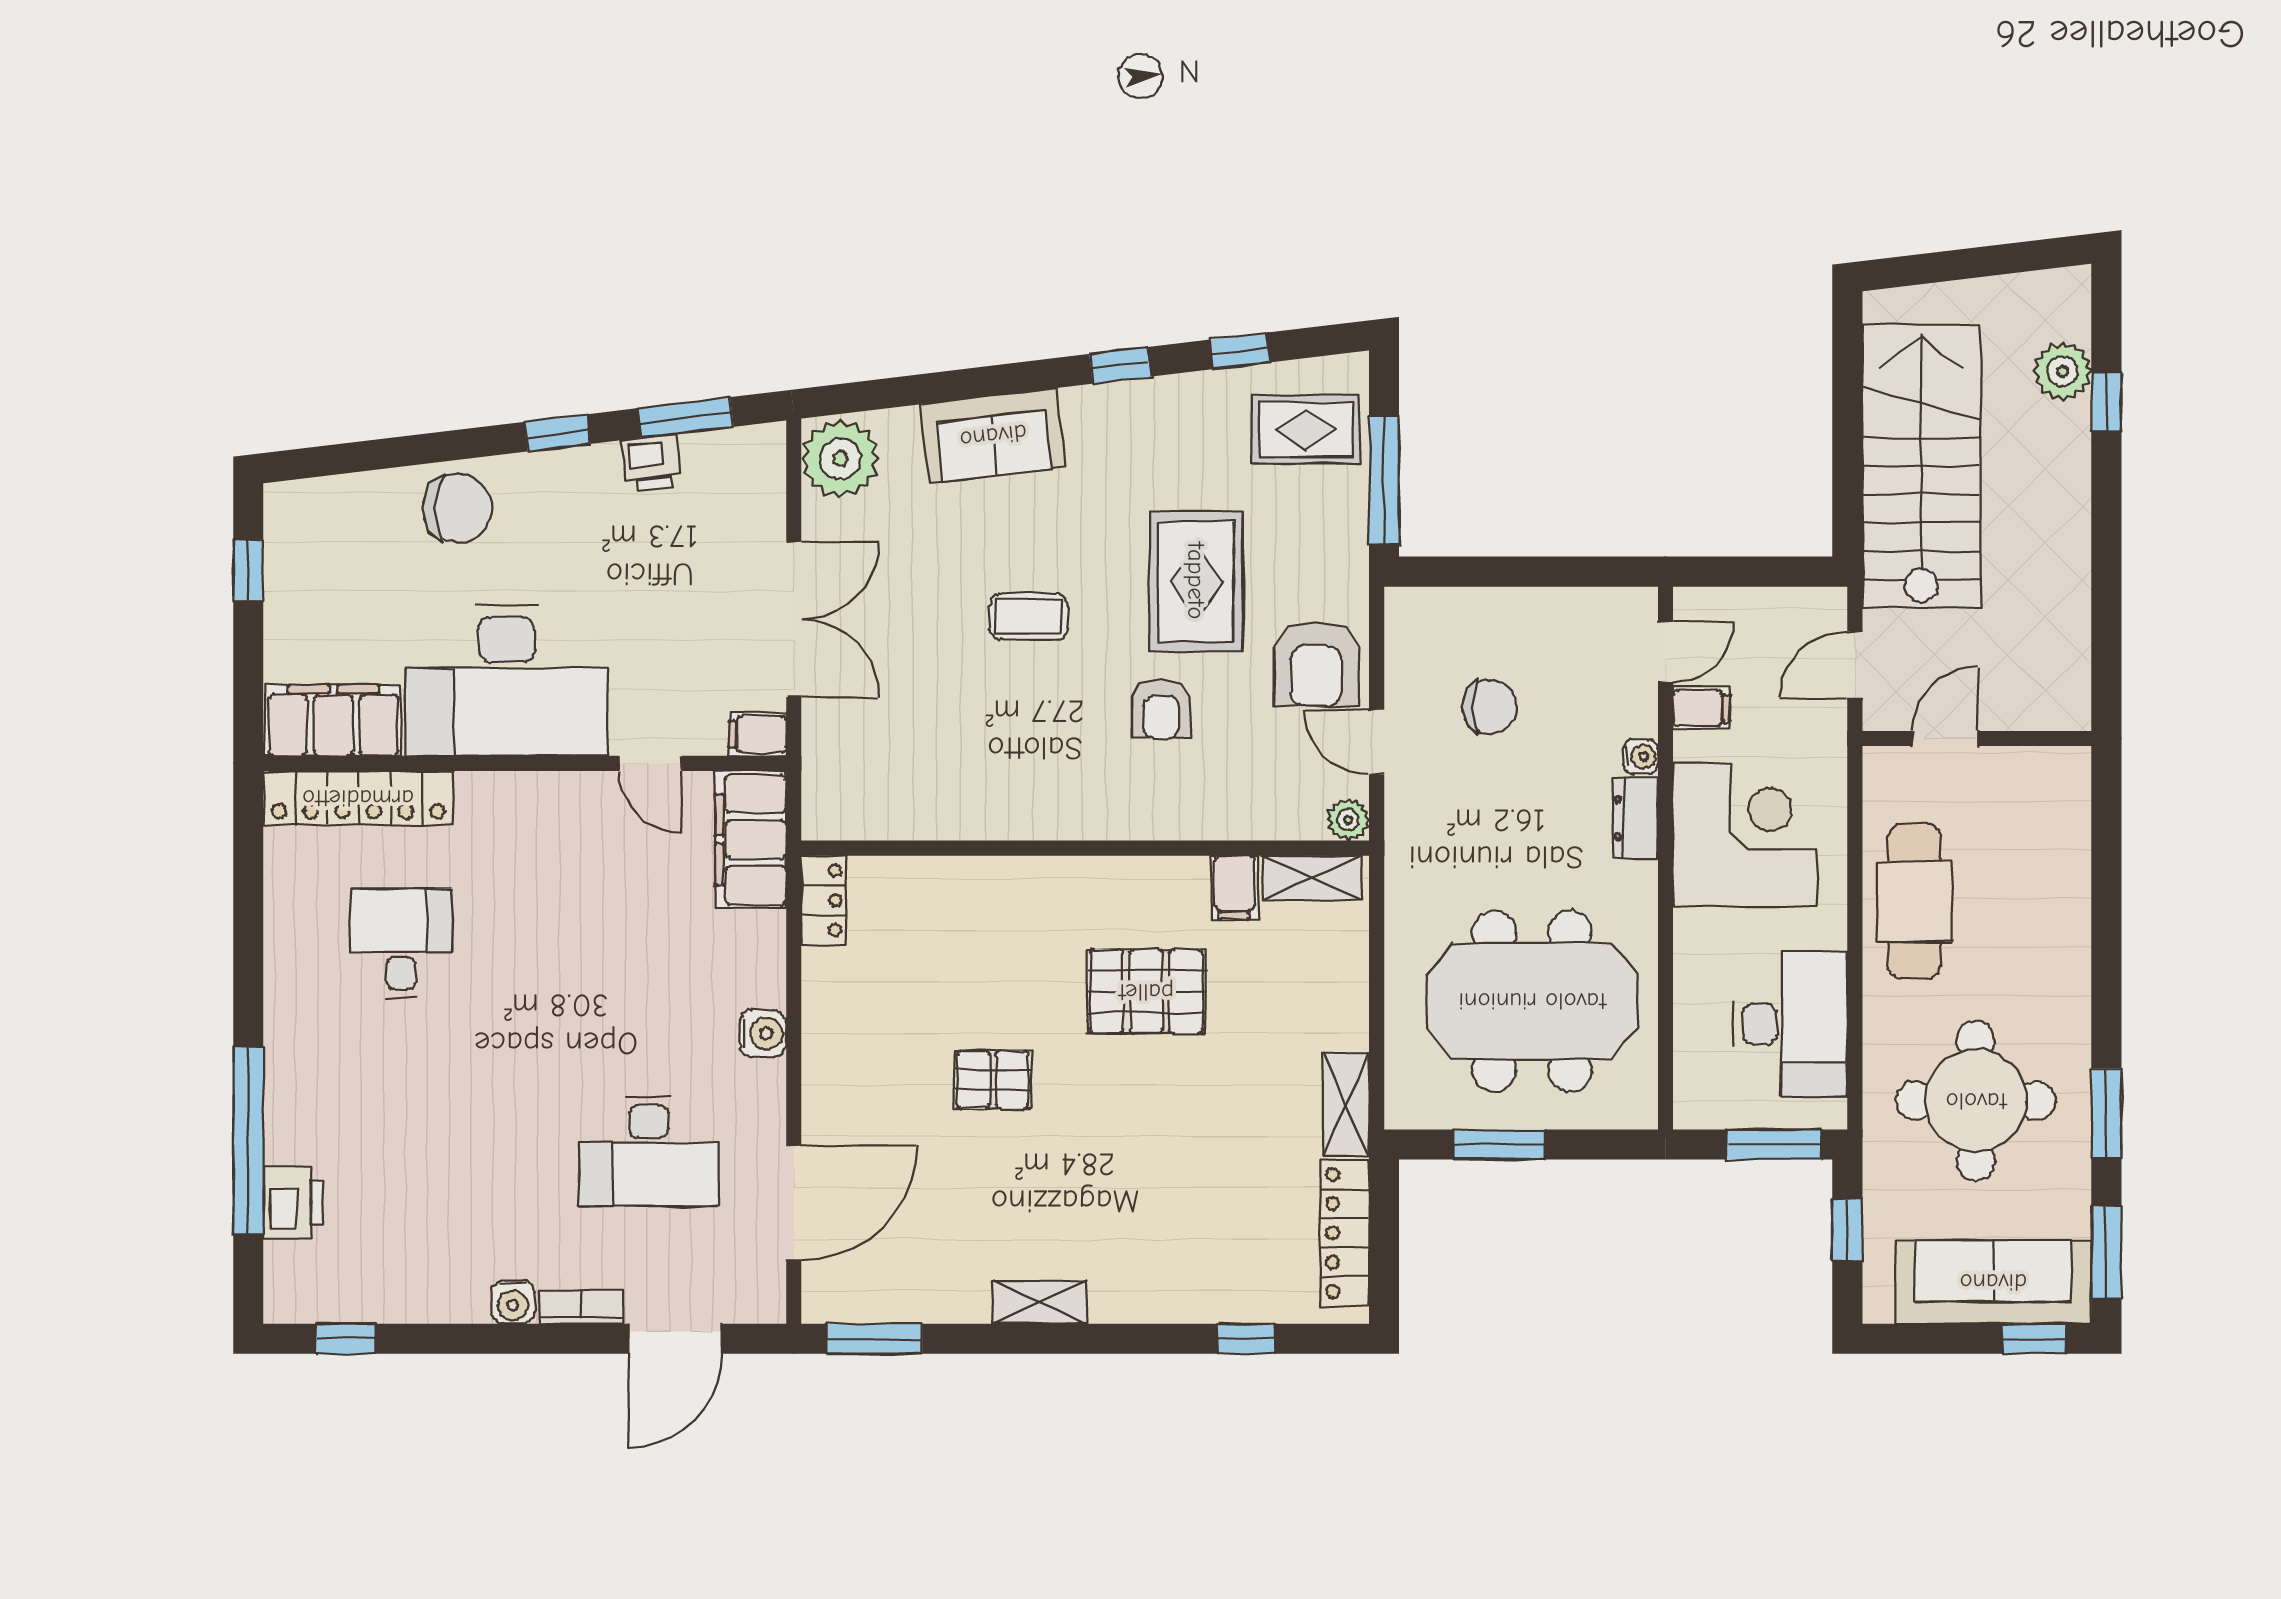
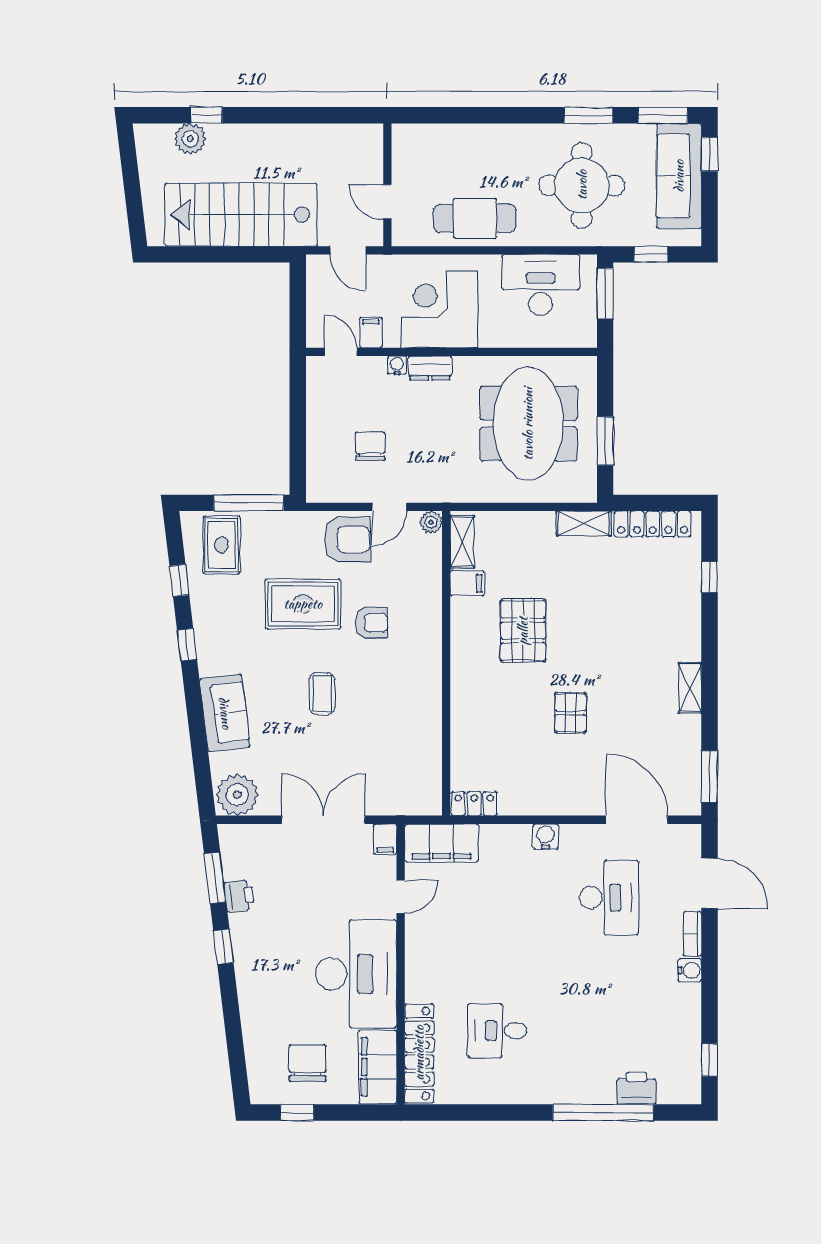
chair: (458, 508) -> (308, 1063), moved

